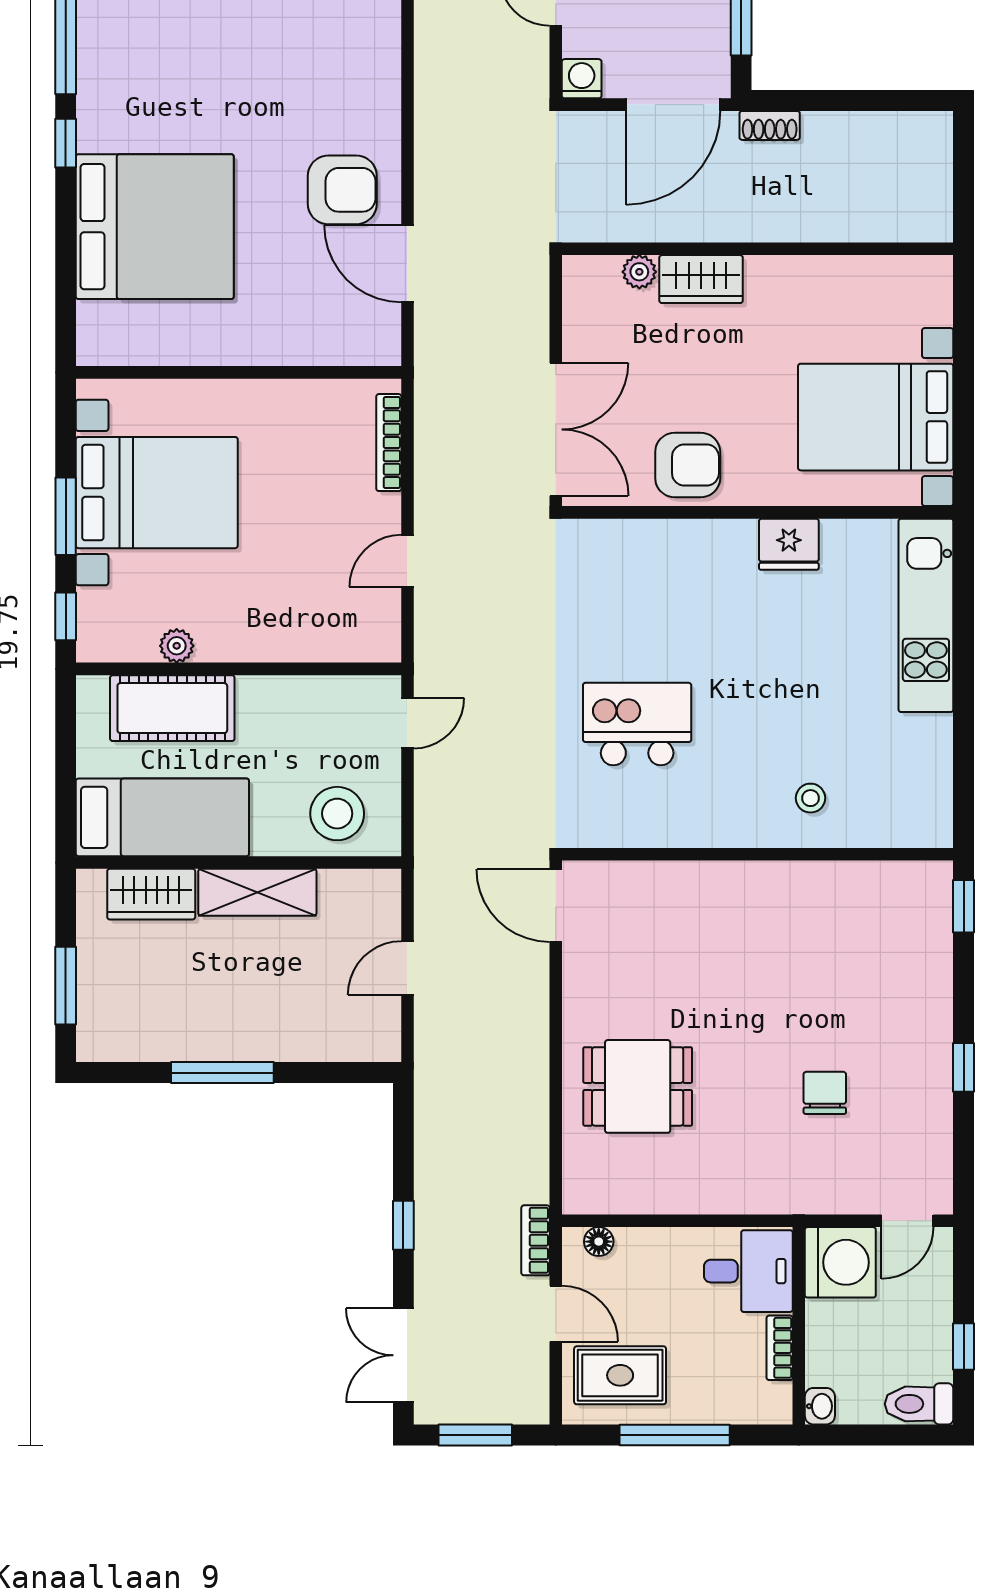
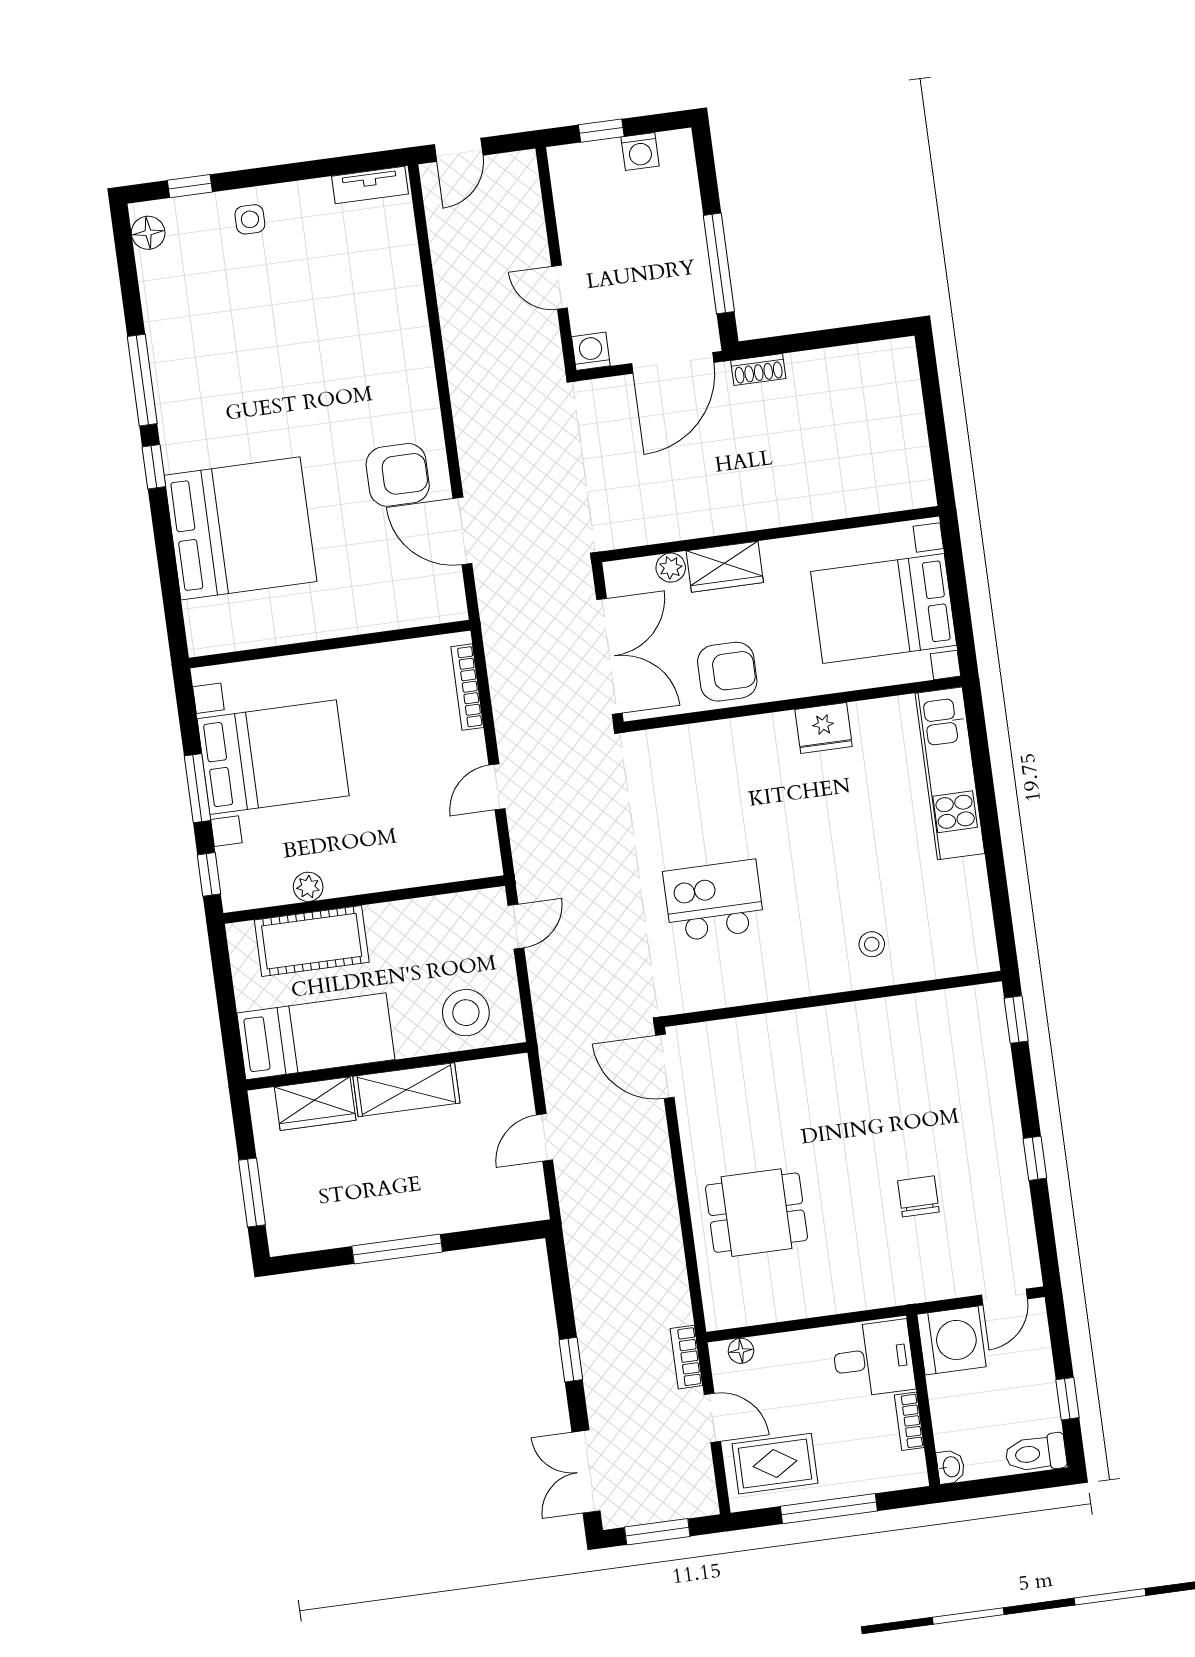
wall: (758, 249) -> (770, 534), moved
plant: (639, 272) -> (671, 568), moved
wardrobe: (701, 279) -> (725, 567), moved

